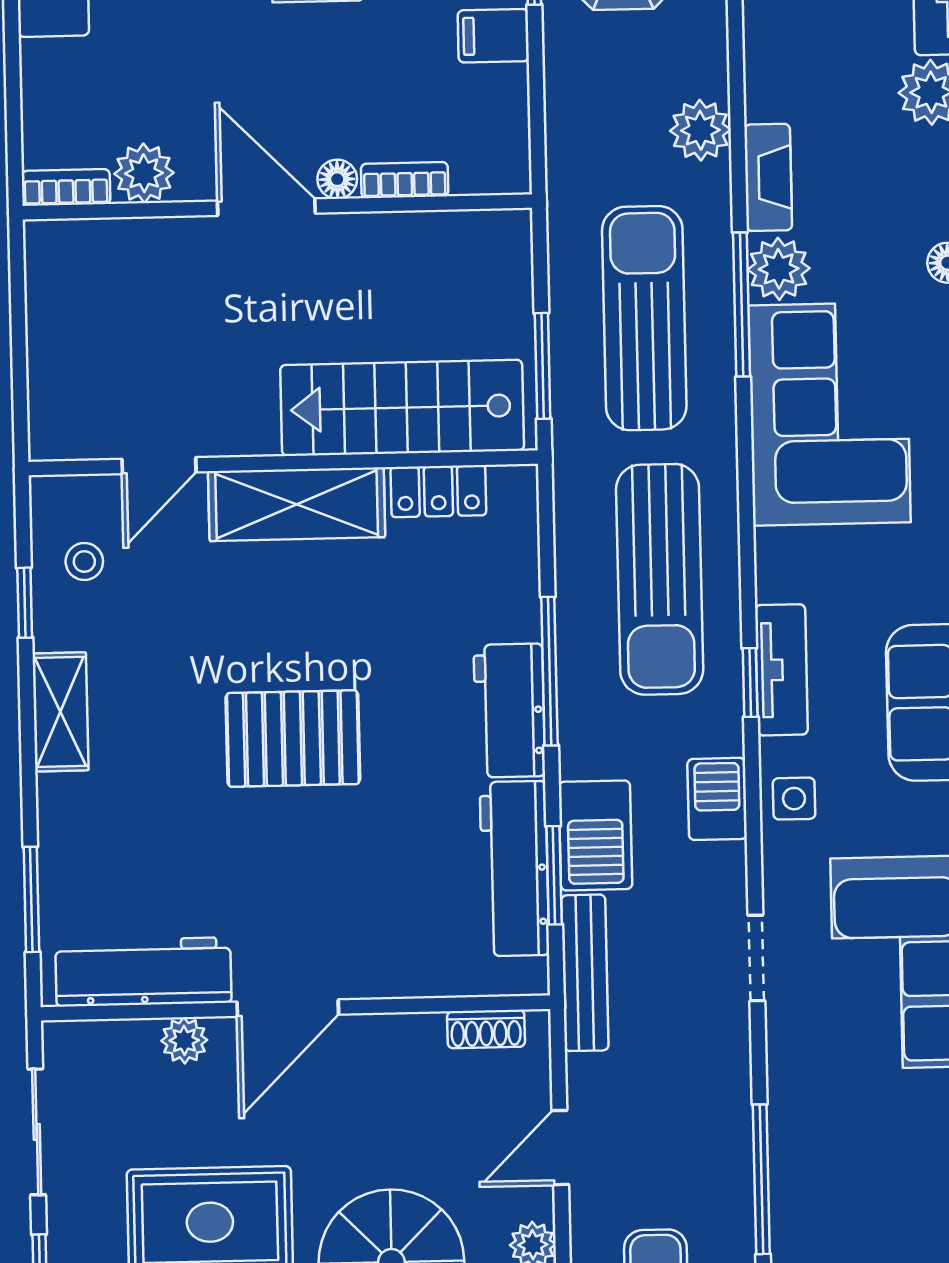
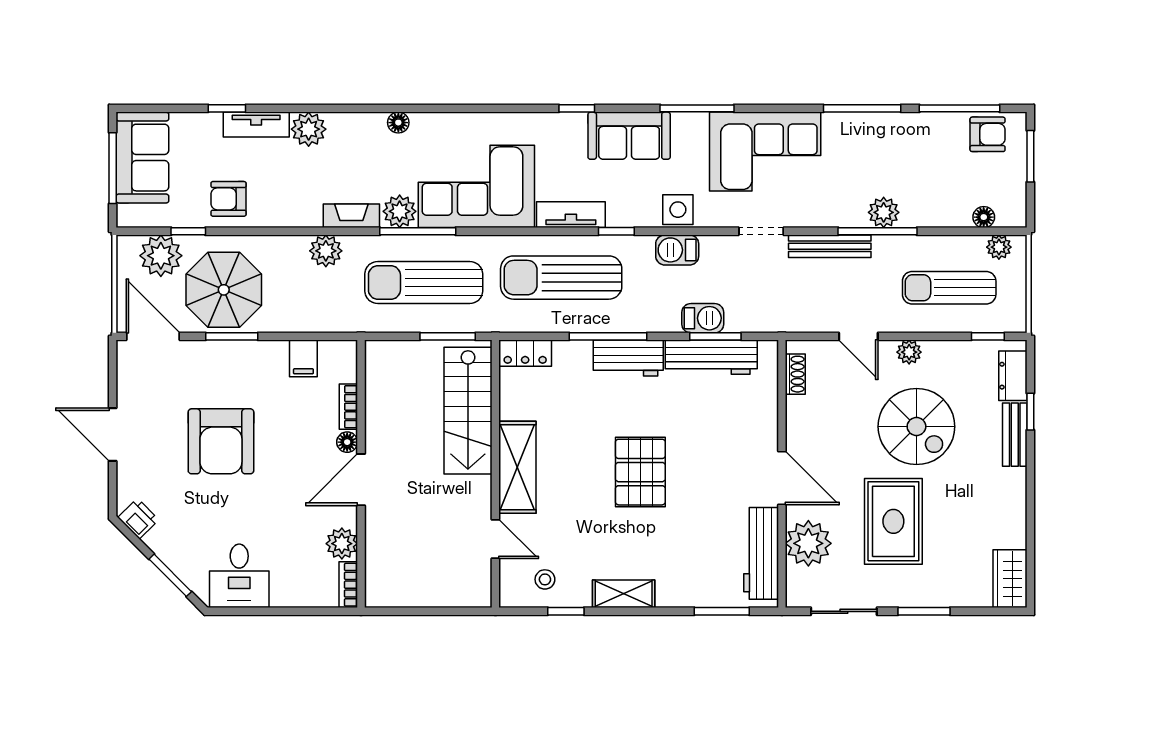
filing cabinet: (493, 36) -> (303, 358), moved
locker: (438, 491) -> (525, 353), moved, turned 90
sun lounger: (660, 579) -> (561, 278), turned 180
tv unit: (781, 670) -> (571, 215), moved
side table: (794, 799) -> (678, 210), width x1.37, depth x1.37
barbecue: (595, 835) -> (703, 318), width x0.73, depth x0.79
bench: (585, 973) -> (830, 246), moved
plant: (184, 1040) -> (808, 543), width x1.88, depth x1.88
plant: (797, 1190) -> (884, 212), added

